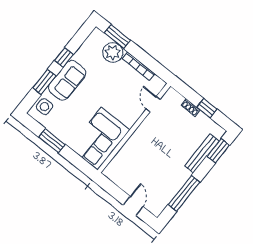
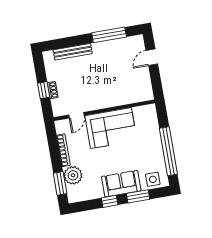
window: (207, 108) -> (44, 90), moved
corner sofa: (100, 138) -> (111, 128), moved
window: (52, 141) -> (168, 151), width x2.11
window: (218, 151) -> (60, 44), removed

